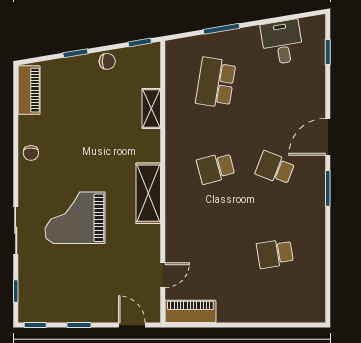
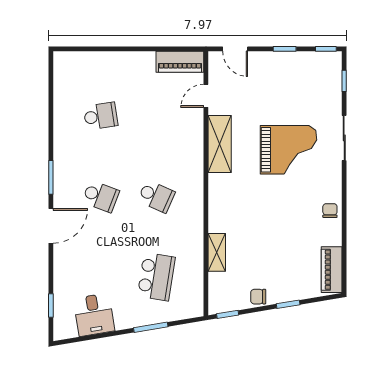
school desk: (216, 168) -> (156, 196), turned 39
shelving: (148, 193) -> (220, 144), moved

